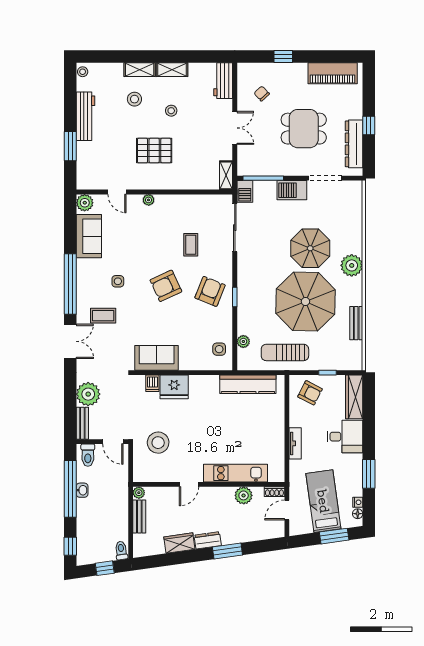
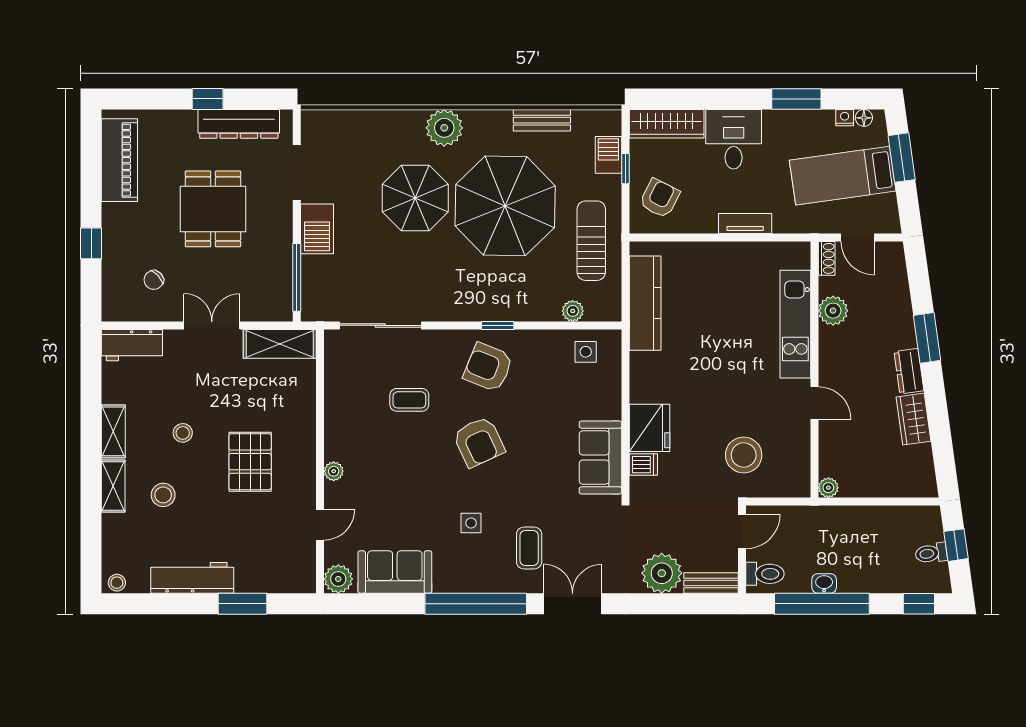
shelving: (226, 175) -> (280, 344), width x1.50, depth x1.33
barbecue: (245, 191) -> (608, 155), moved, turned -90
sun lounger: (285, 352) -> (591, 241), turned 180
bench: (139, 516) -> (869, 487), removed
toilet: (121, 550) -> (931, 553), moved

